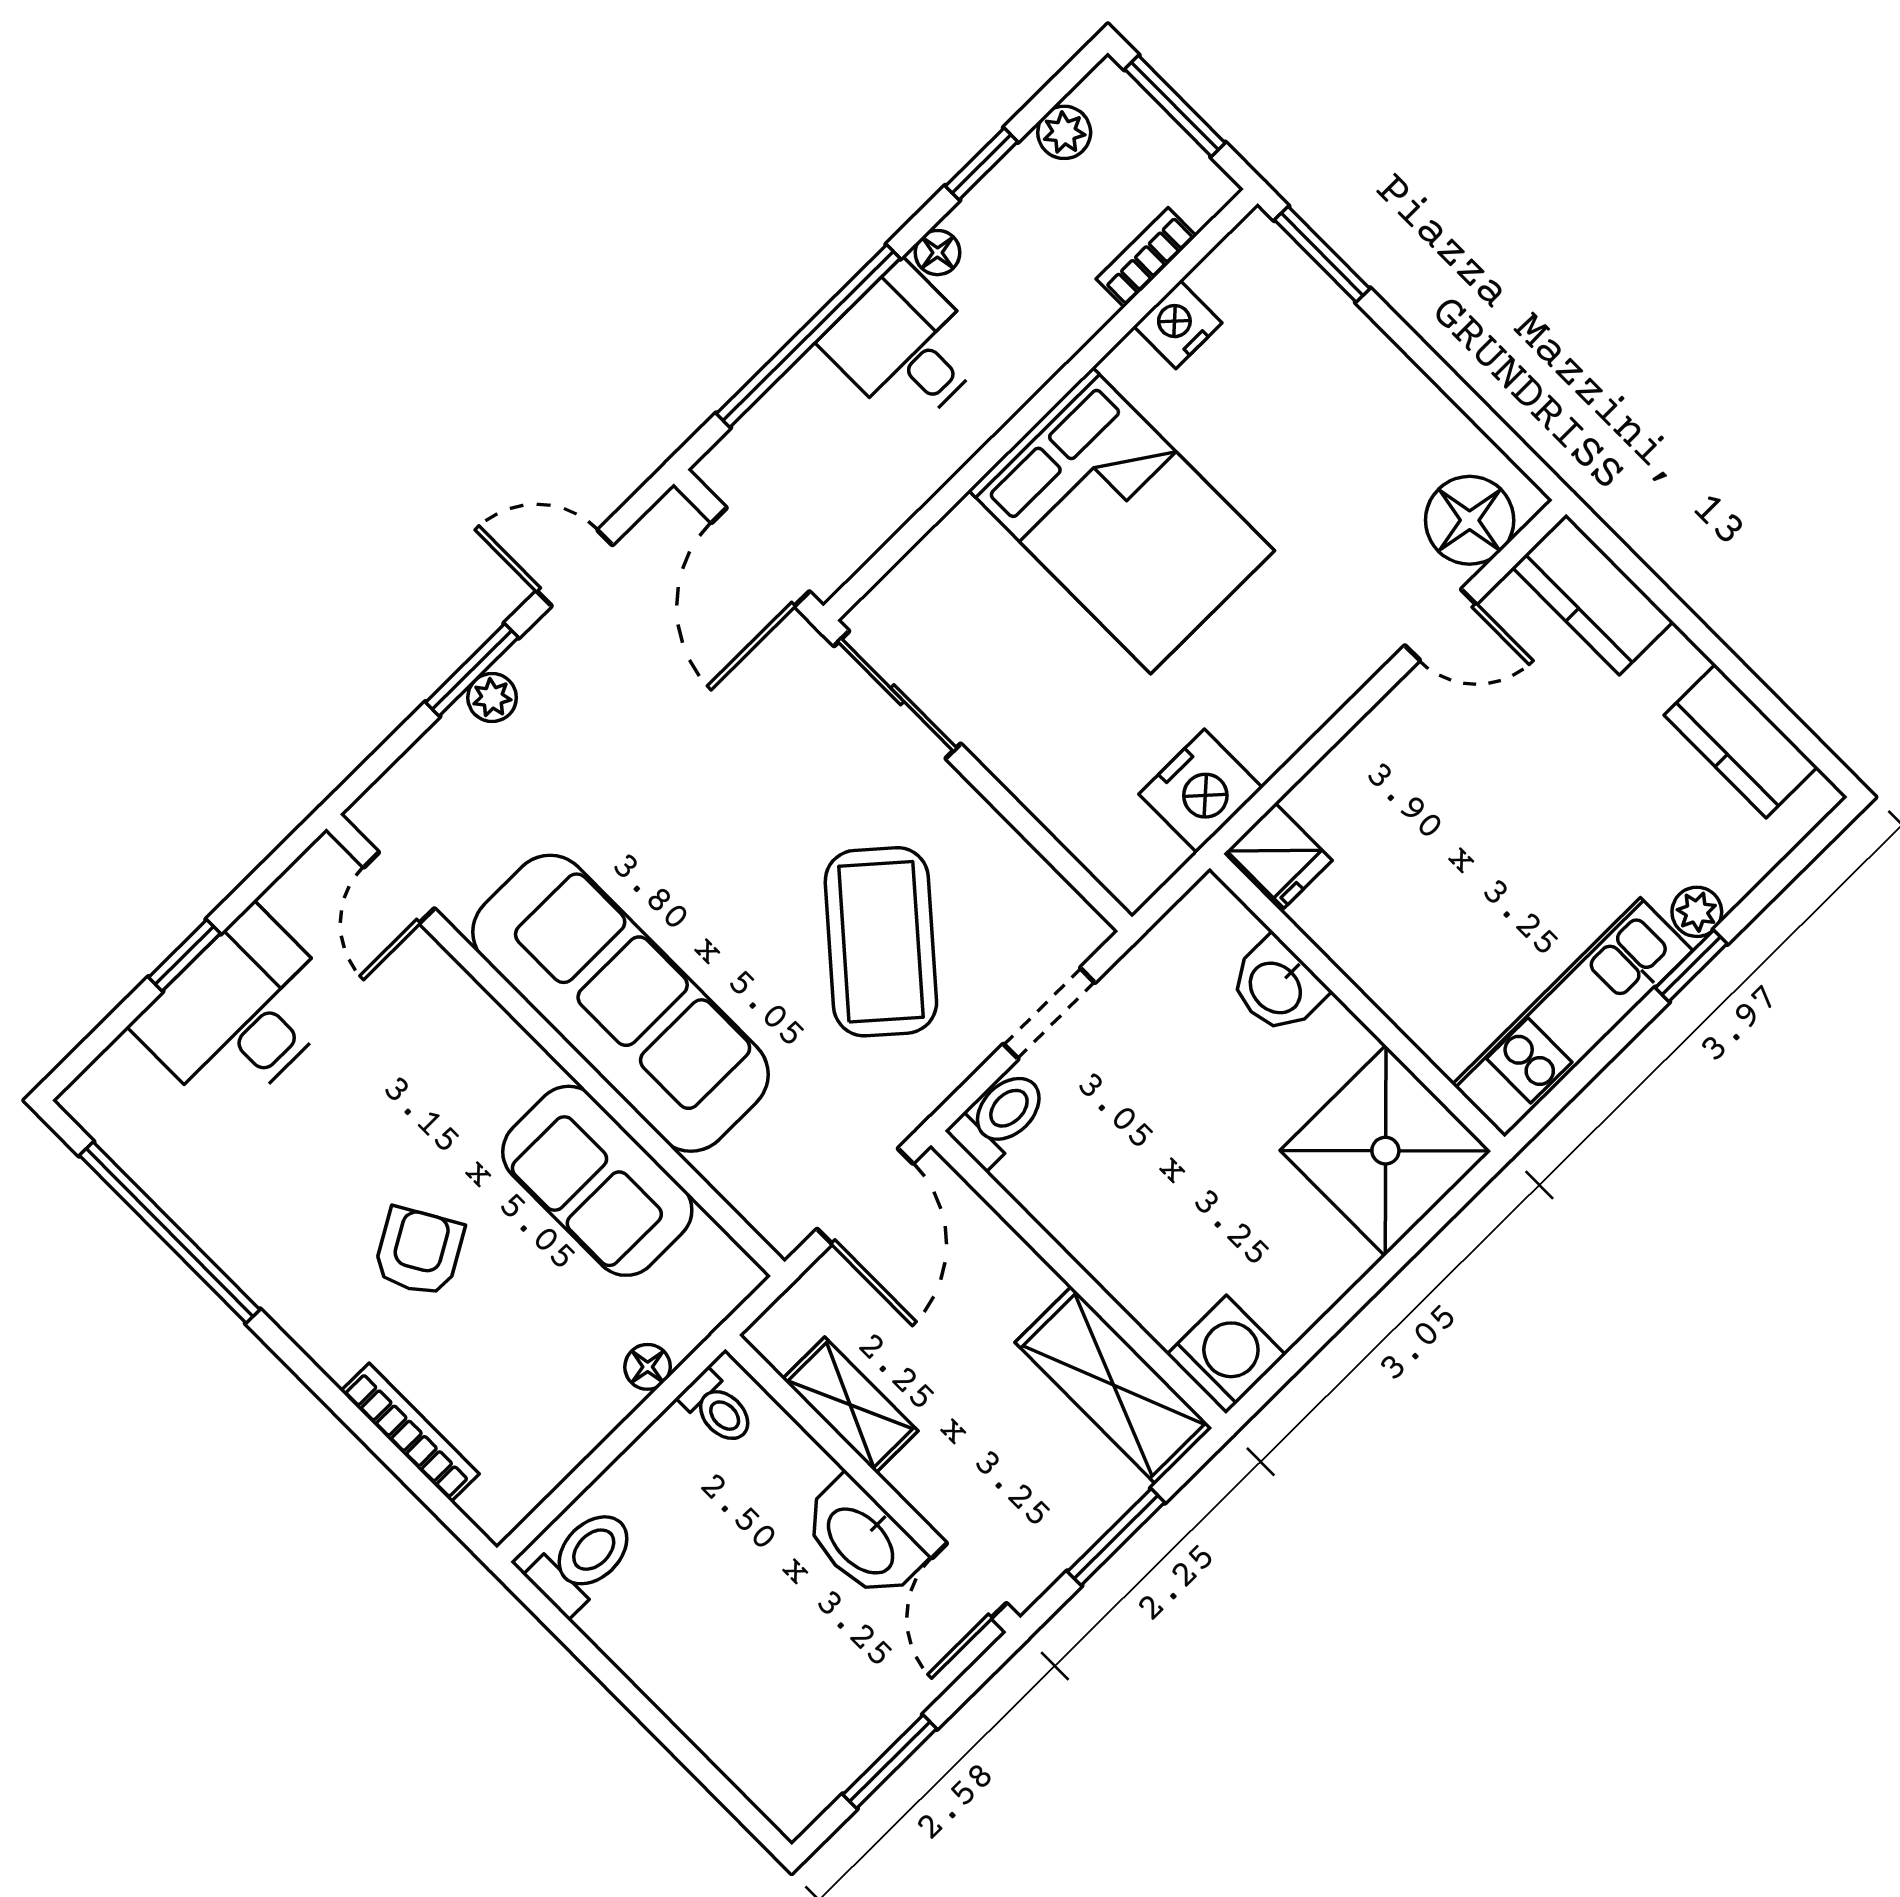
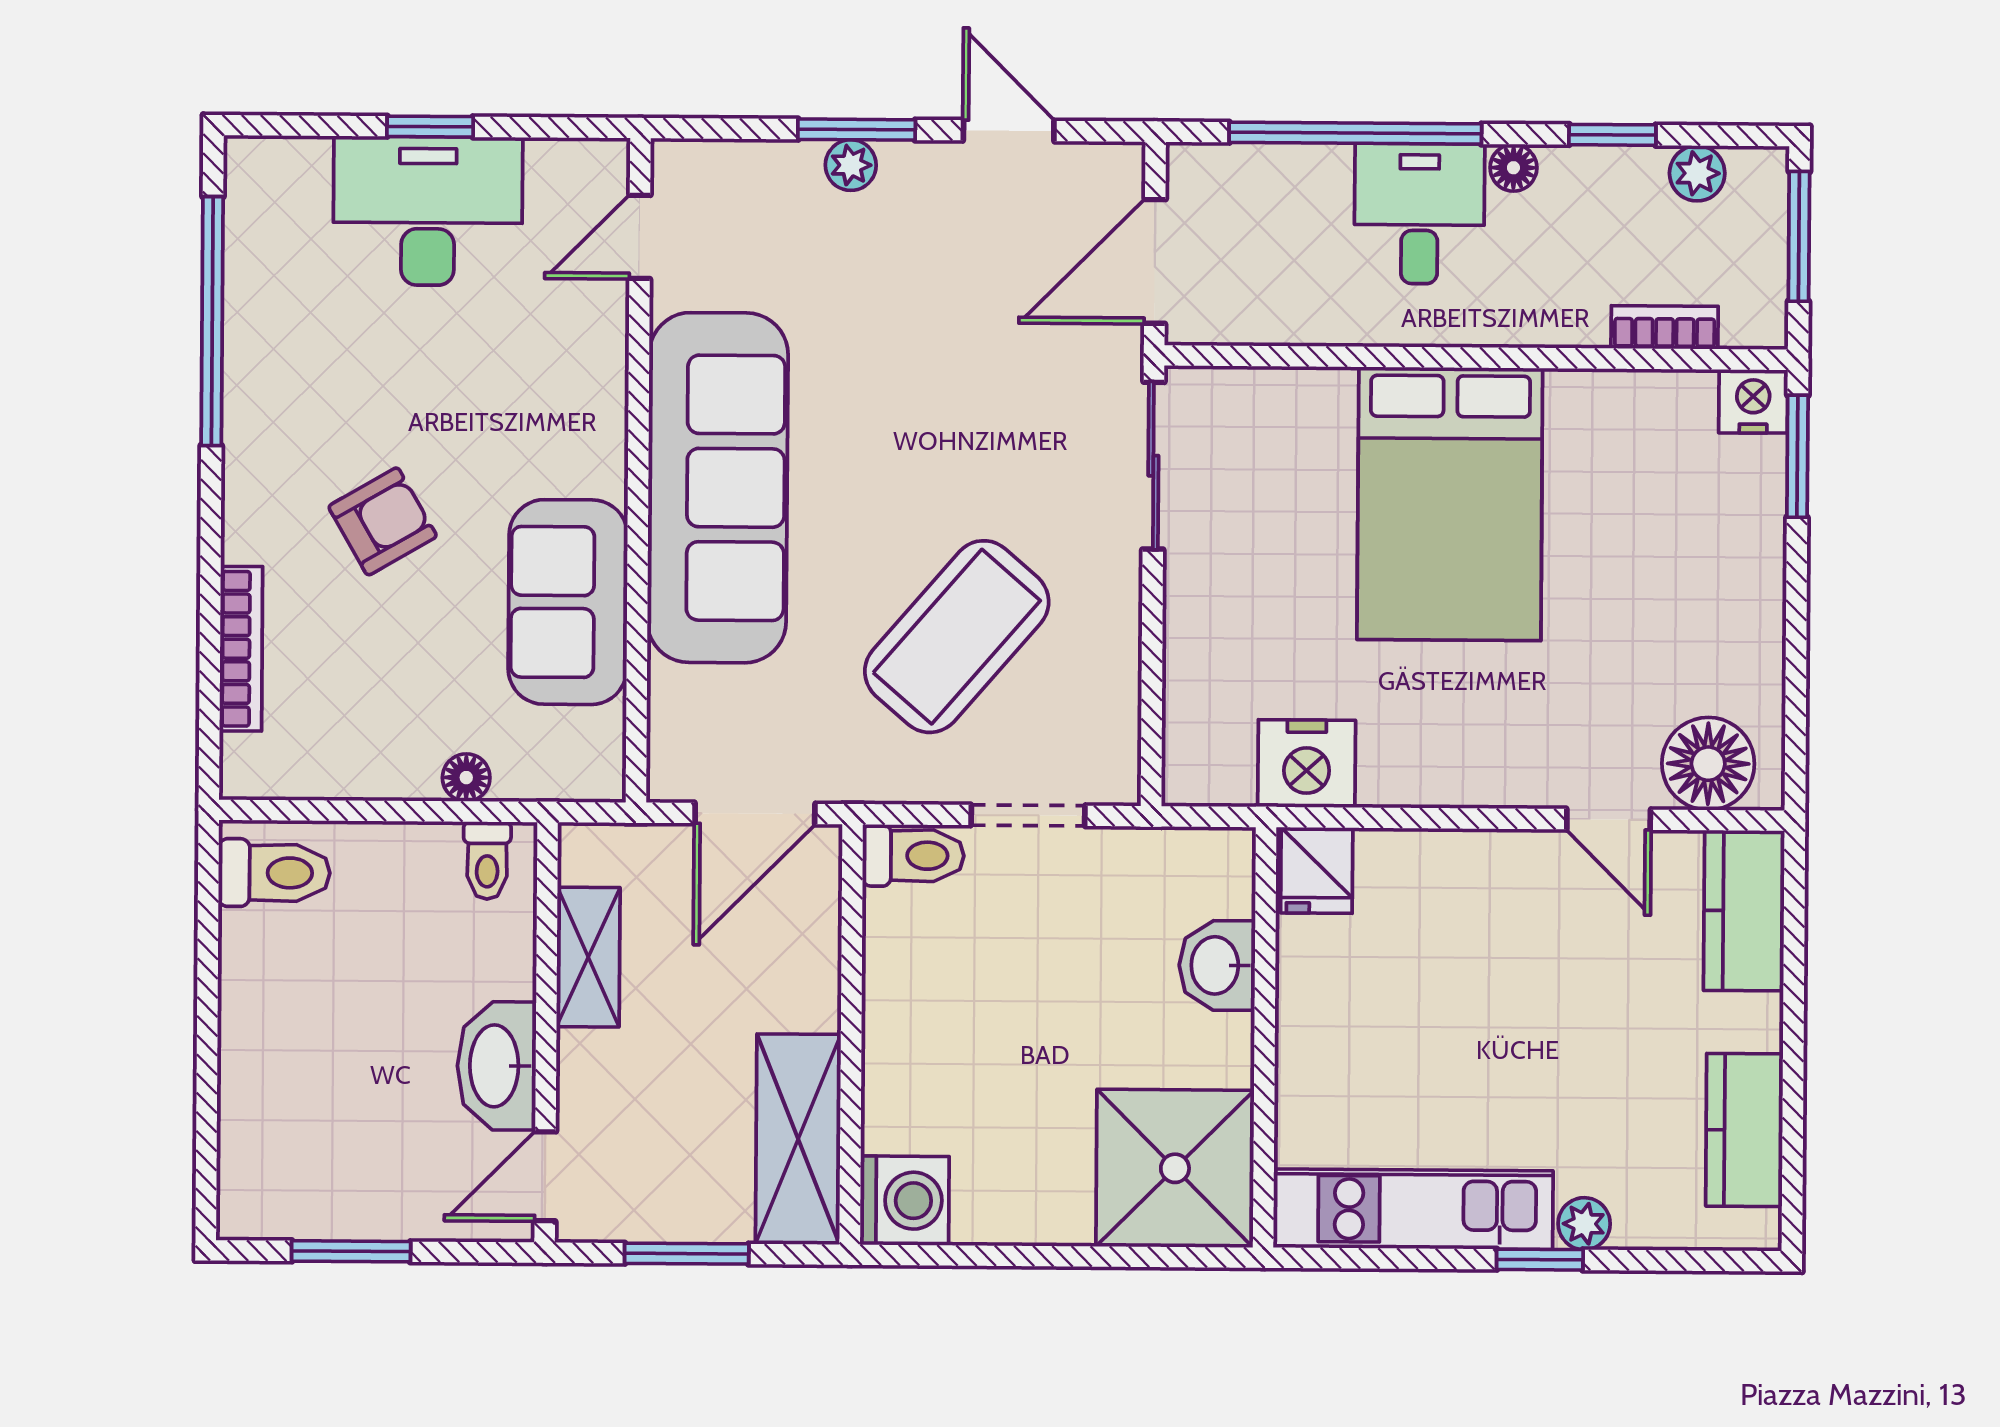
nightstand: (1178, 324) -> (1753, 401), moved

